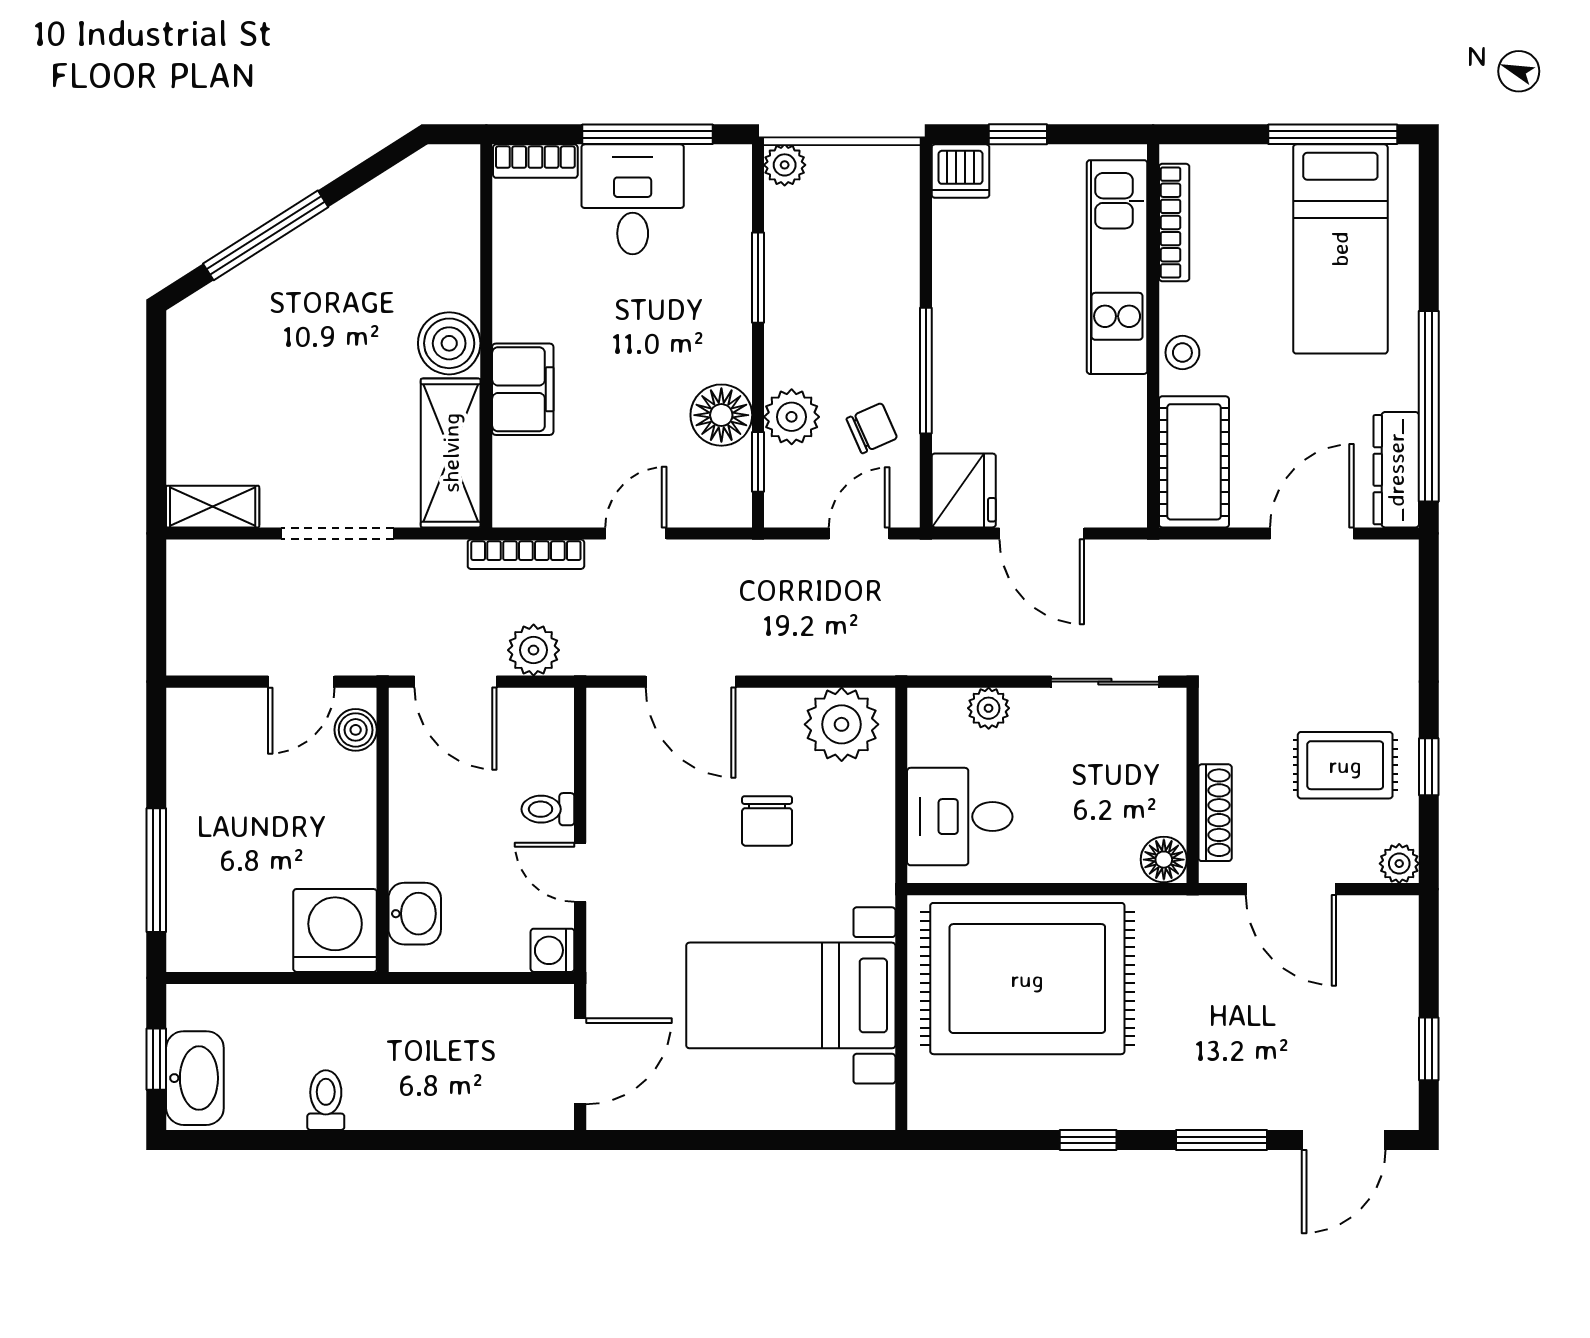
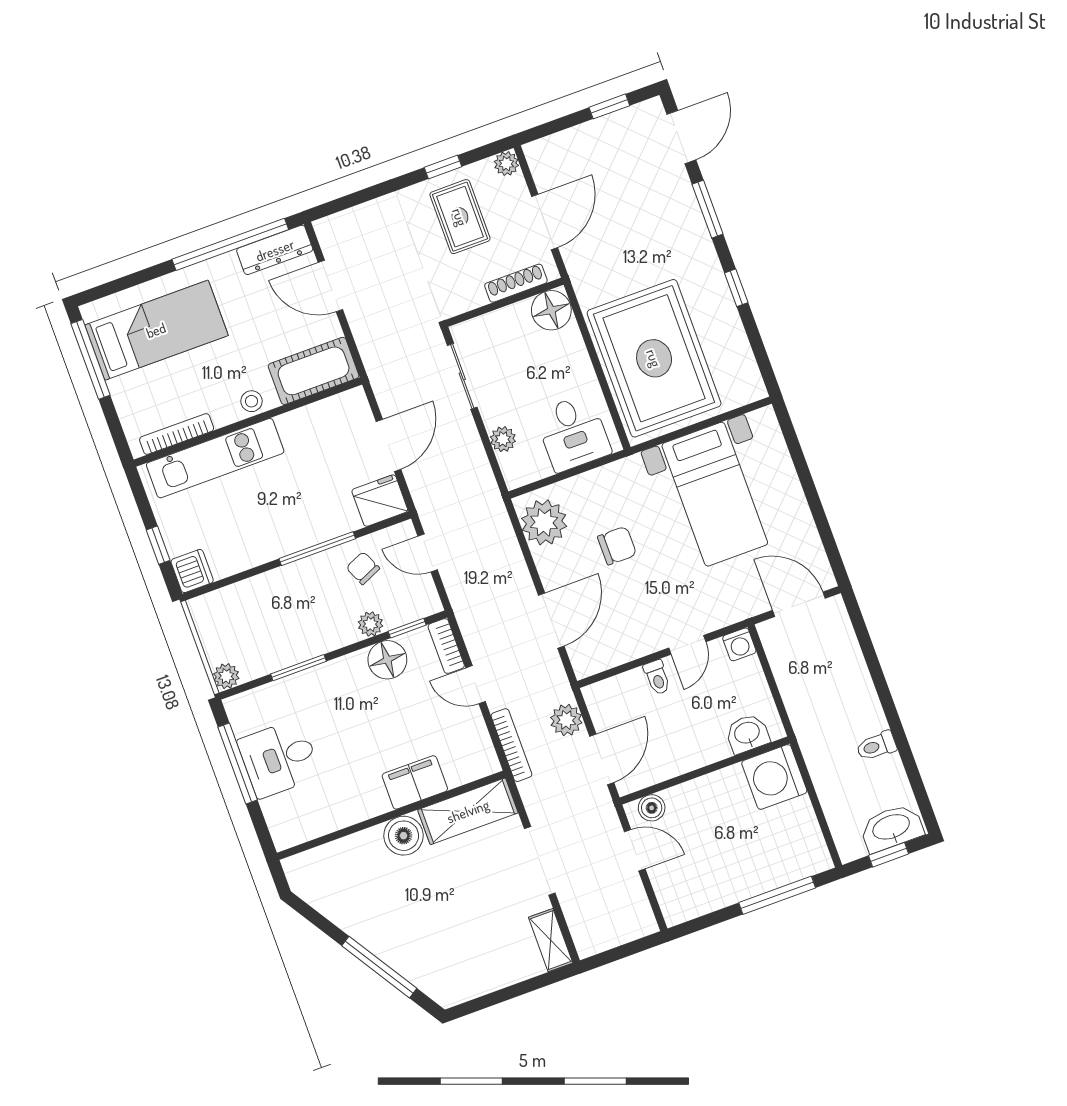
bookcase: (535, 161) -> (446, 646), moved, turned 180
plant: (792, 417) -> (371, 624), width x0.73, depth x0.73
floor lamp: (1164, 860) -> (551, 310), width x1.38, depth x1.38
door: (1344, 1140) -> (681, 137), hinge flipped

